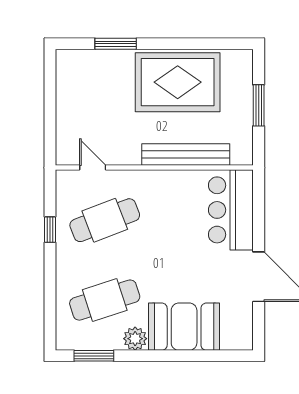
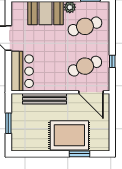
rug: (178, 82) -> (69, 135), moved
door: (93, 168) -> (91, 92), width x1.88

